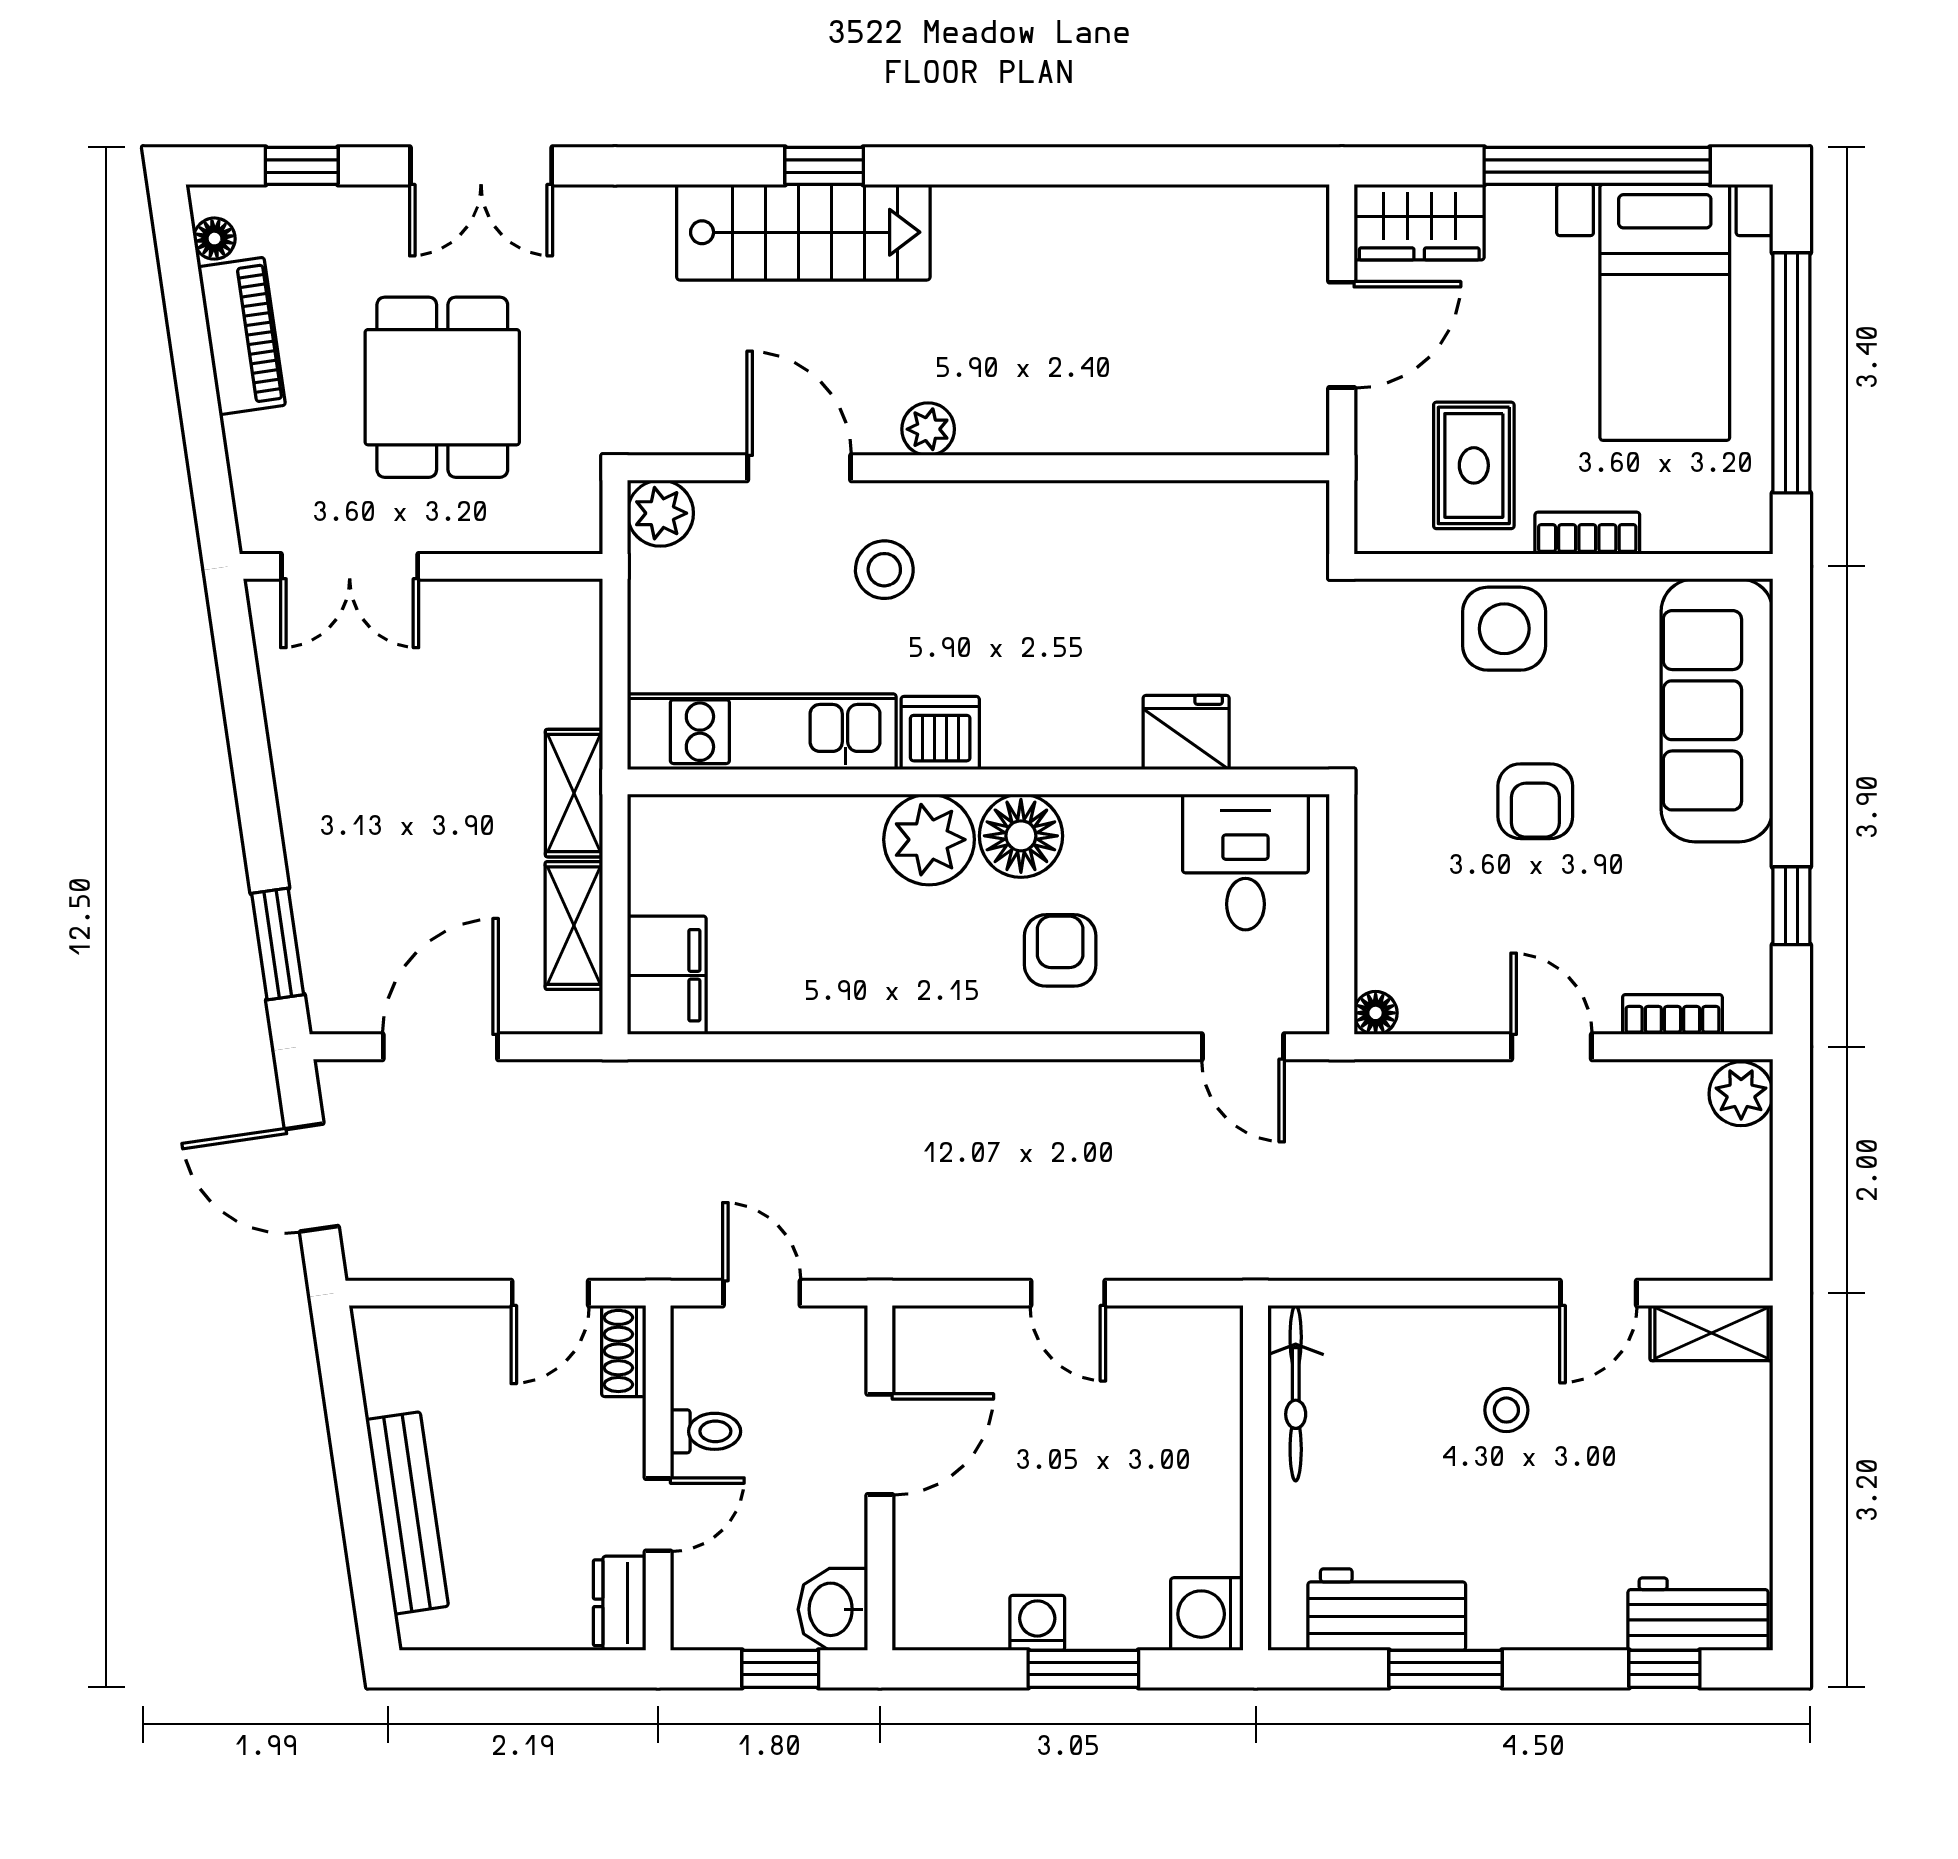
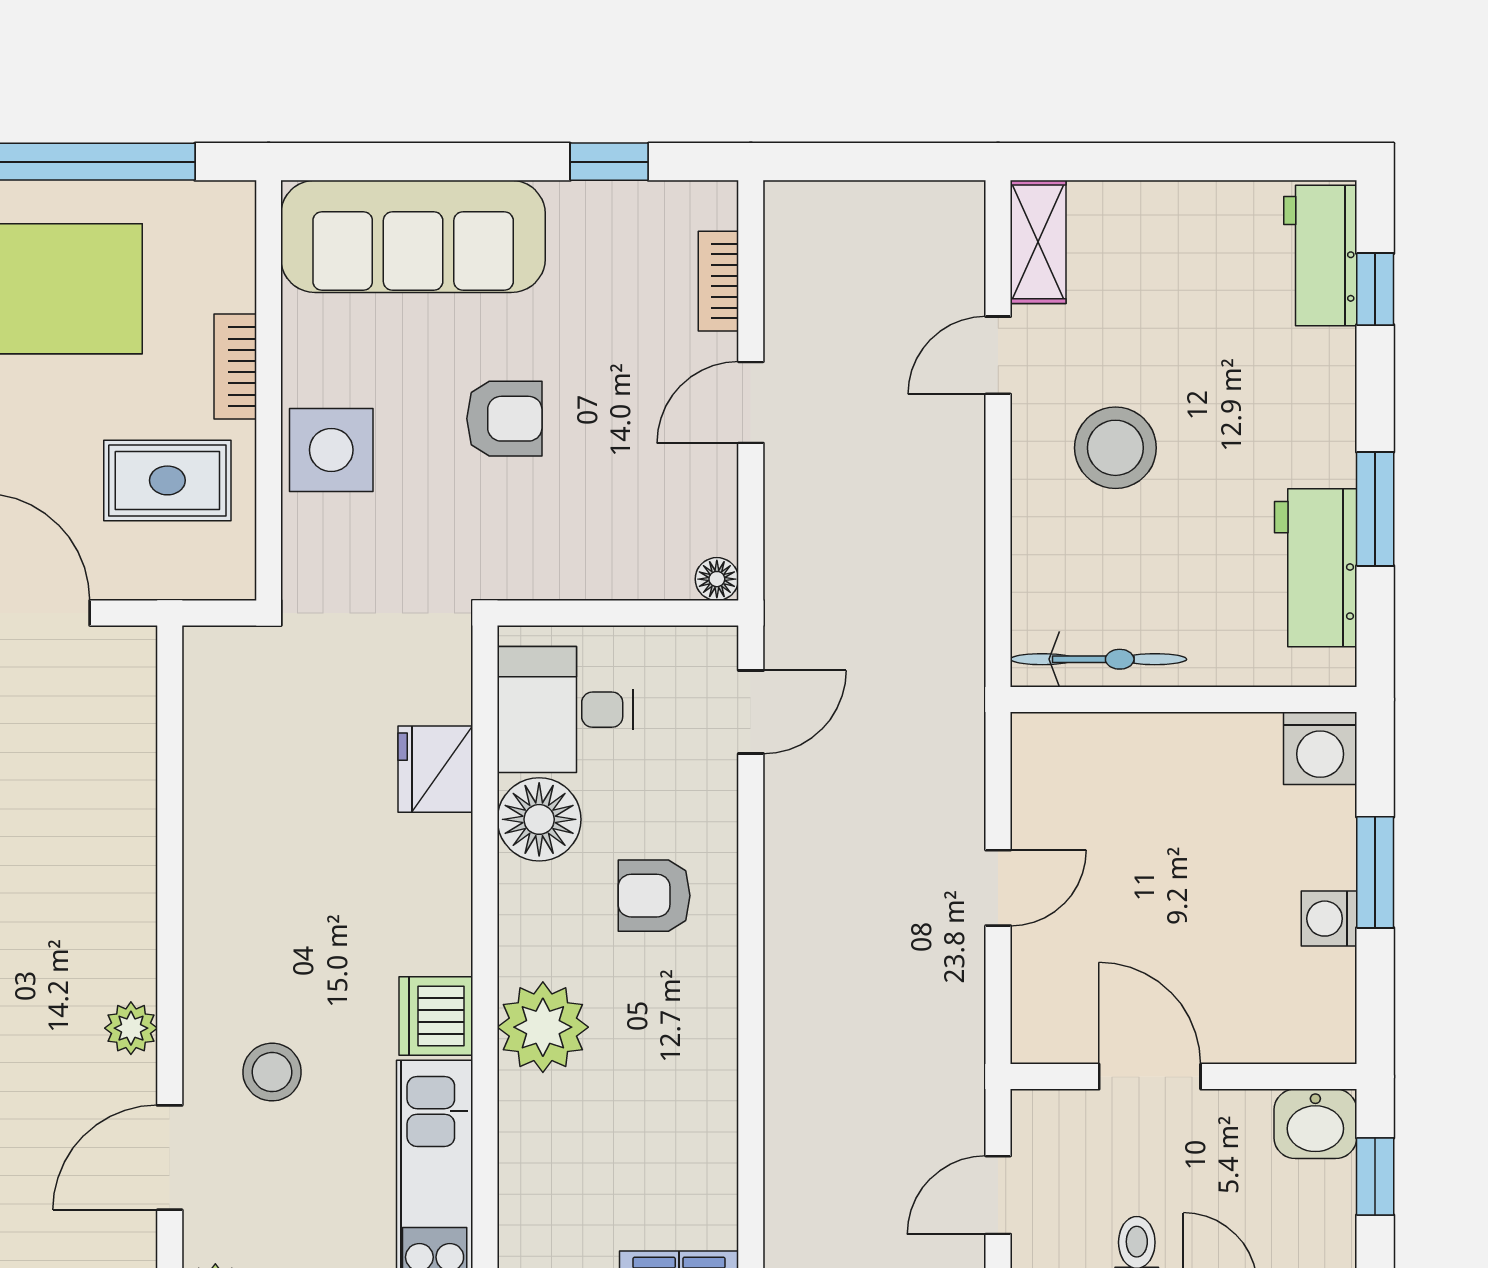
floor lamp: (1021, 836) -> (539, 819), moved
plant: (1741, 1094) -> (798, 212), removed
door: (1598, 1293) -> (998, 355), swing flipped
stool: (1506, 1410) -> (1115, 448), width x1.89, depth x1.89

